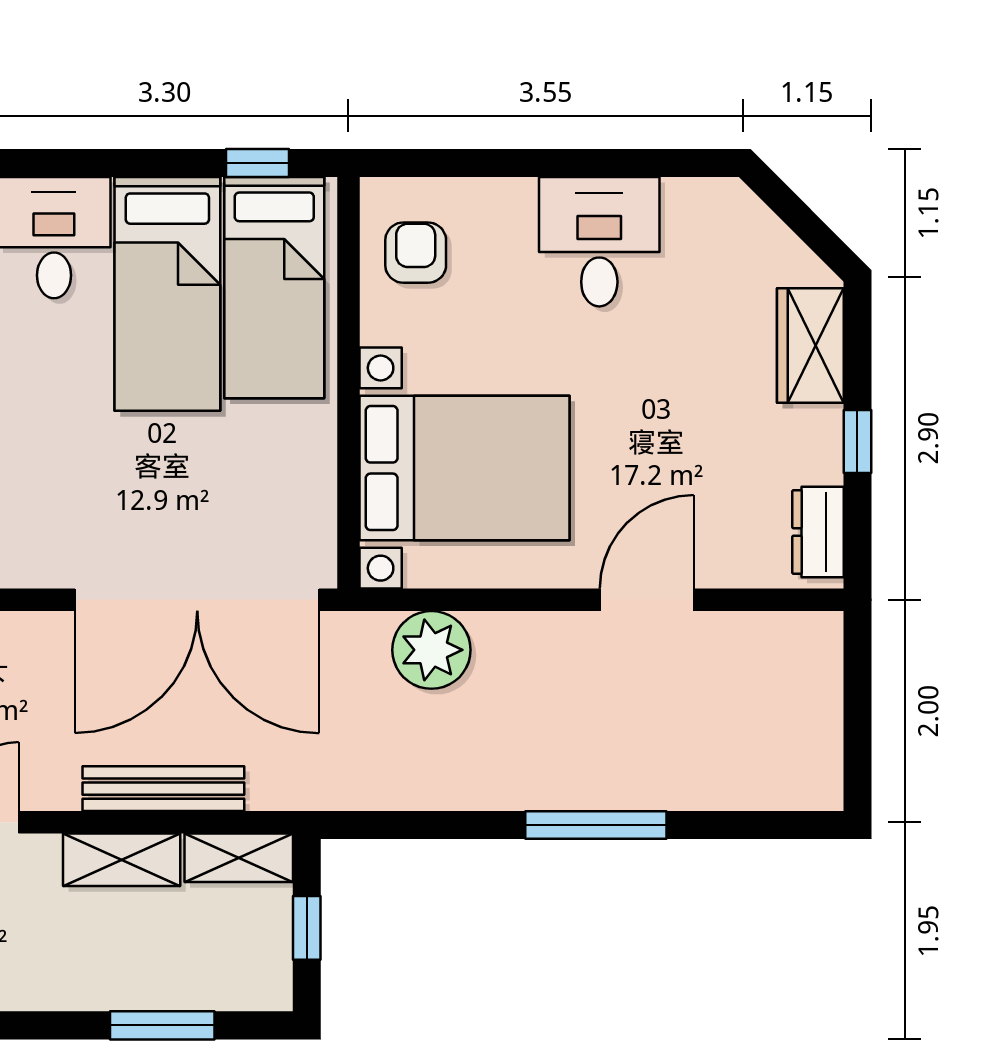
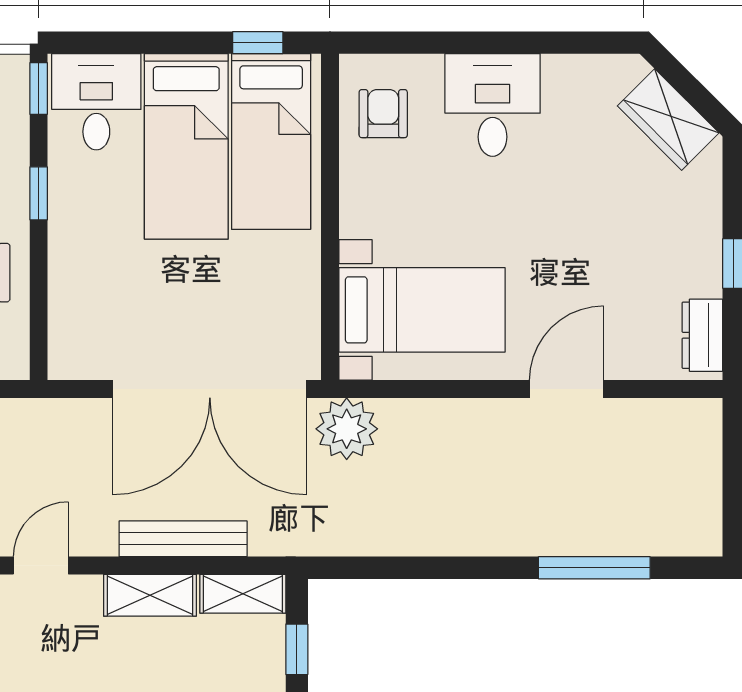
desk: (599, 242) -> (493, 105), moved
wardrobe: (810, 345) -> (668, 119), moved, turned -45
bed with nightstands: (464, 468) -> (422, 310), width x0.73
plant: (431, 650) -> (347, 429), moved
window: (596, 825) -> (594, 568), moved

